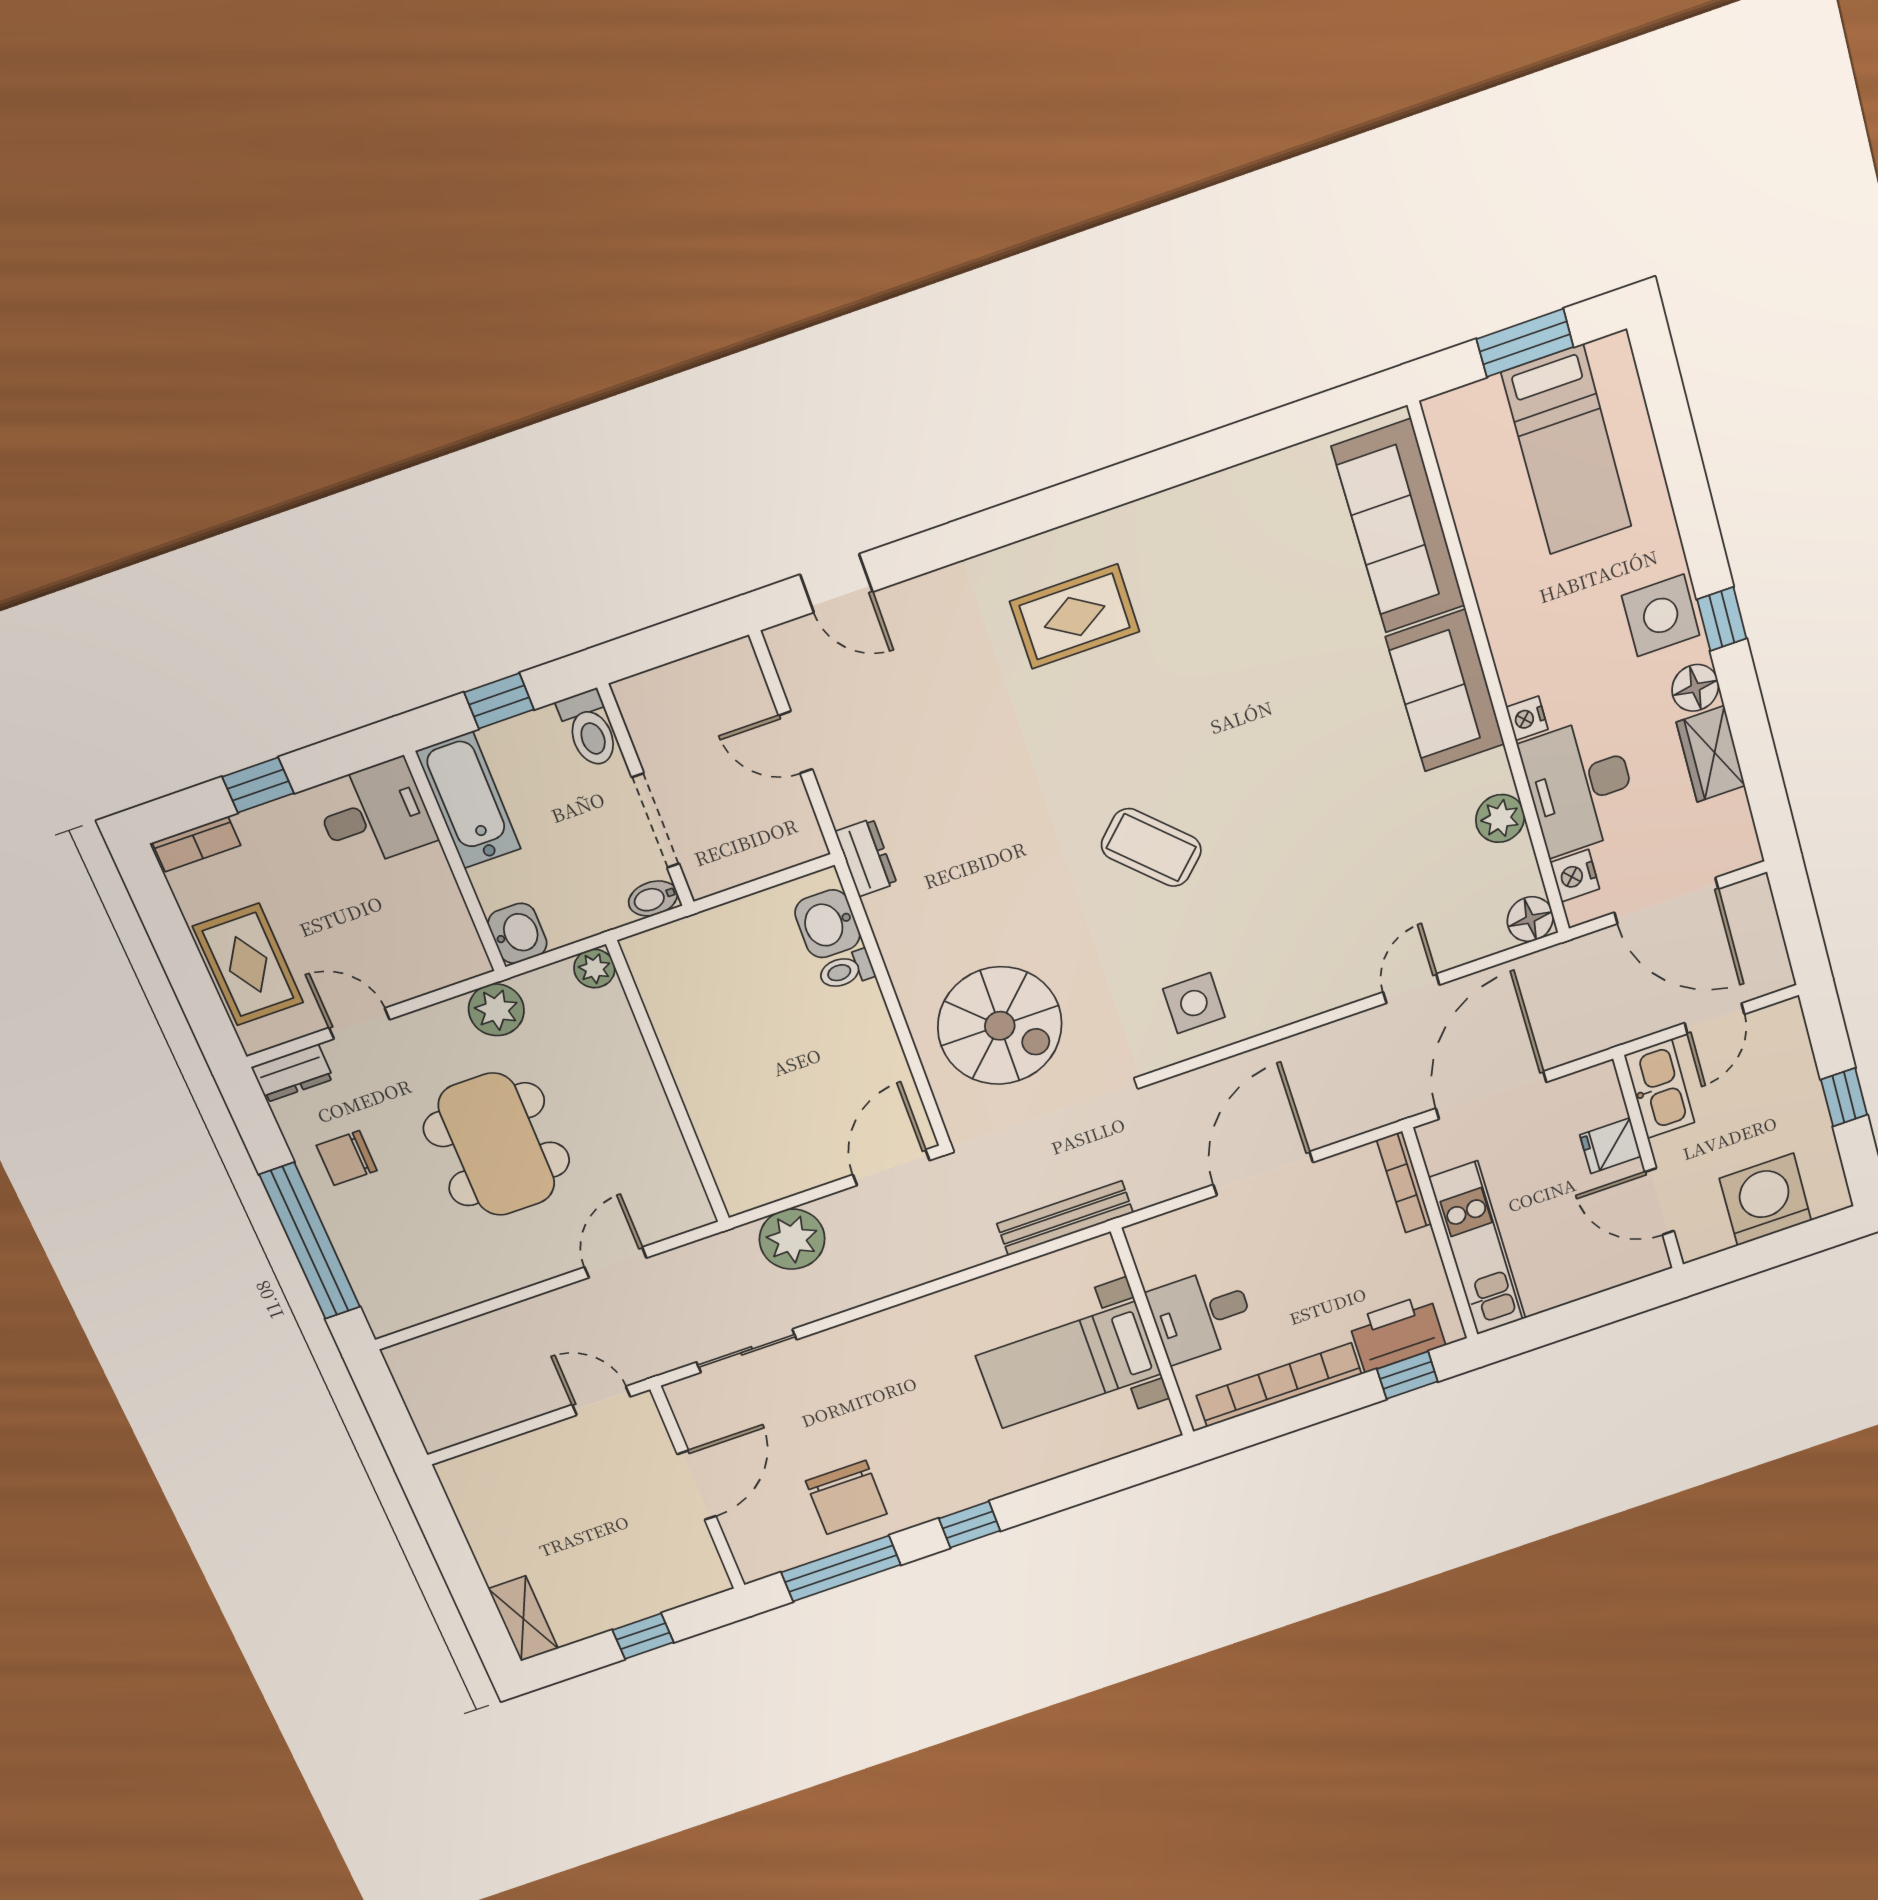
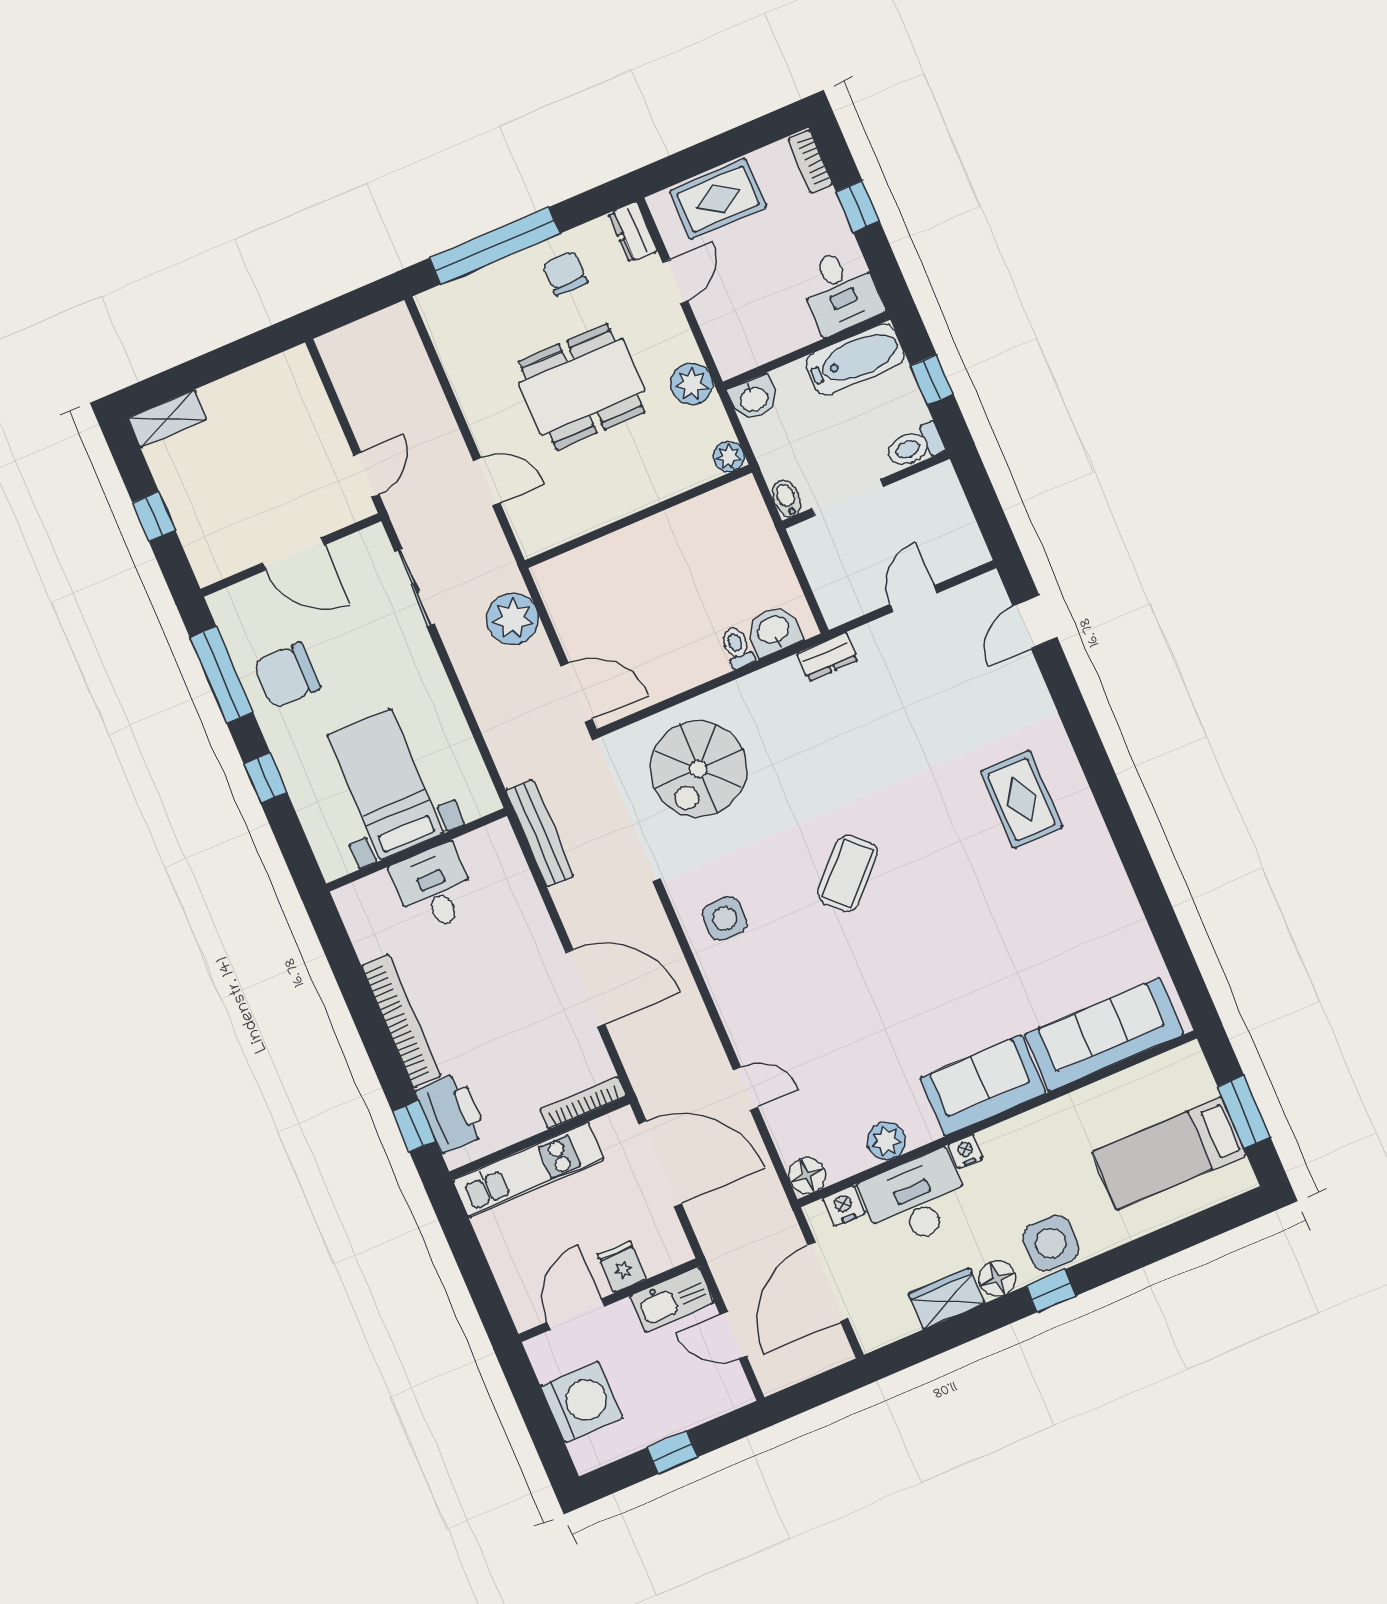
desk: (1201, 1315) -> (434, 888), moved
wall: (1152, 1333) -> (417, 850), moved
bed with nightstands: (1069, 1365) -> (385, 784), moved

